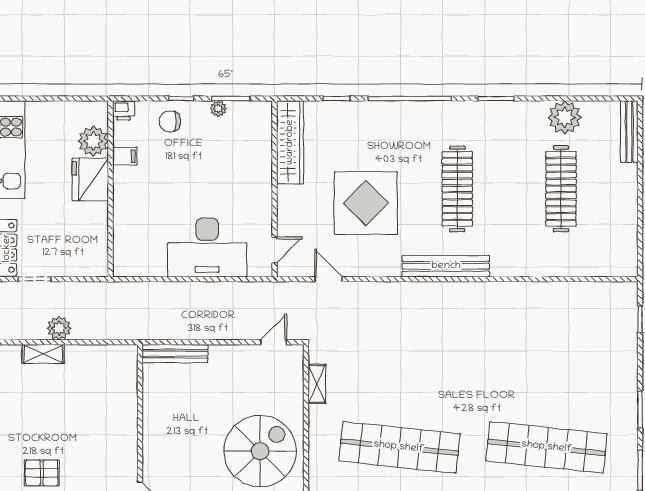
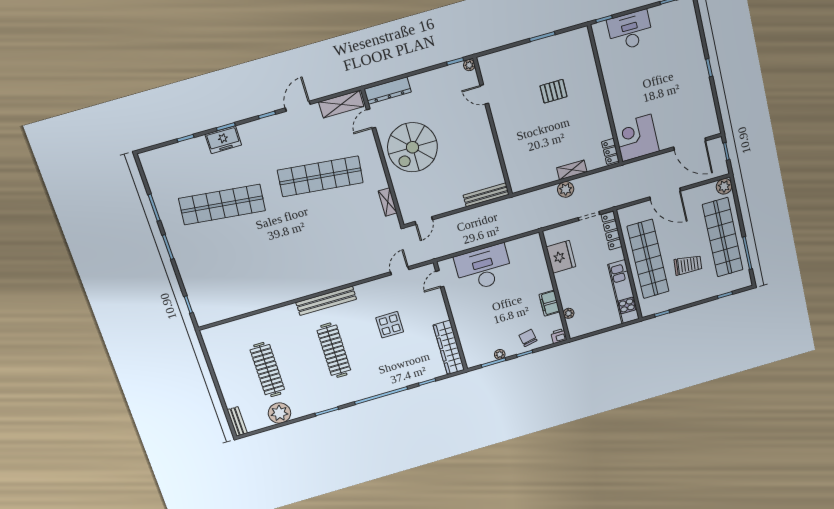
chair: (170, 121) -> (528, 338), turned -101
bench: (629, 132) -> (237, 421), width x0.73
plant: (93, 141) -> (569, 313), width x0.53, depth x0.53
filing cabinet: (125, 156) -> (549, 303), width x2.00
fridge: (90, 179) -> (561, 257), moved
display table: (366, 203) -> (390, 325), width x0.54, depth x0.54
door: (329, 279) -> (400, 271), swing flipped

